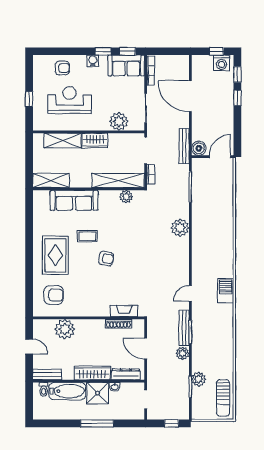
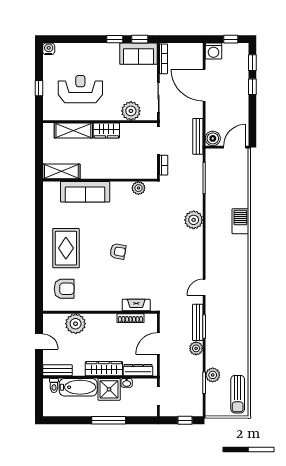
water cooler: (93, 61) -> (49, 49), moved
washing machine: (221, 63) -> (214, 51), moved
armchair: (62, 68) -> (73, 56), removed
shelving: (118, 181) -> (130, 172), removed
coffee table: (87, 236) -> (98, 229), removed
barbecue: (226, 291) -> (240, 221), moved
door: (146, 349) -> (158, 344), hinge flipped

